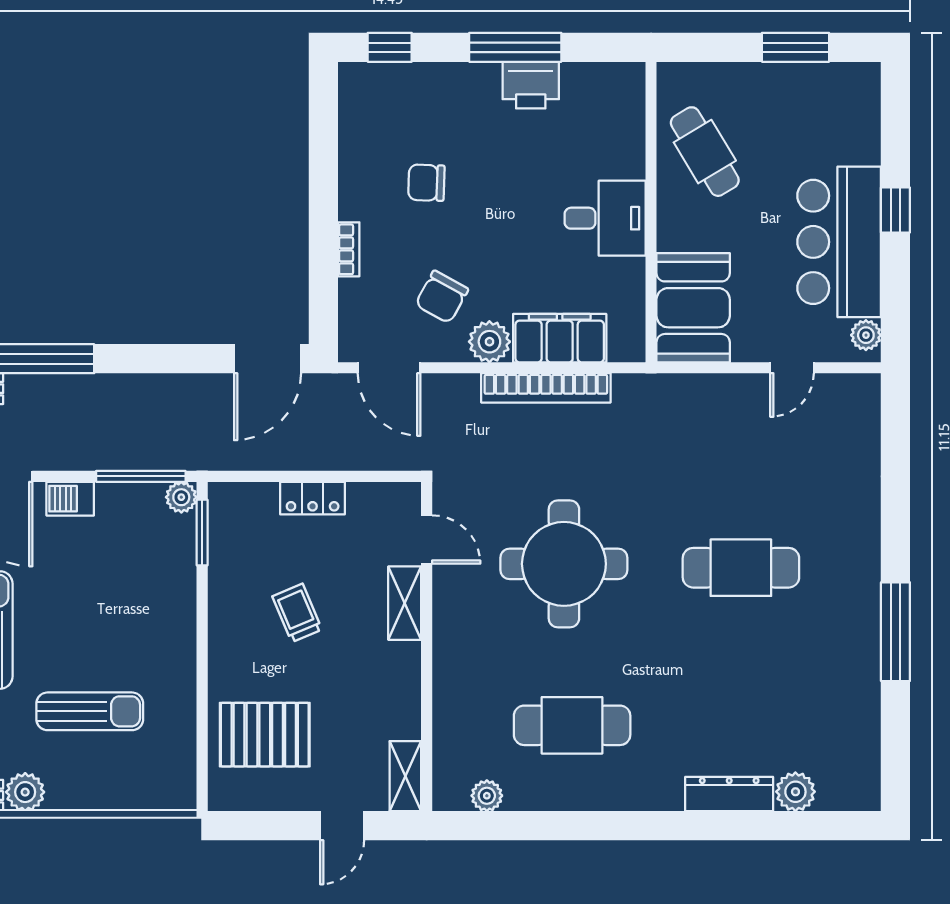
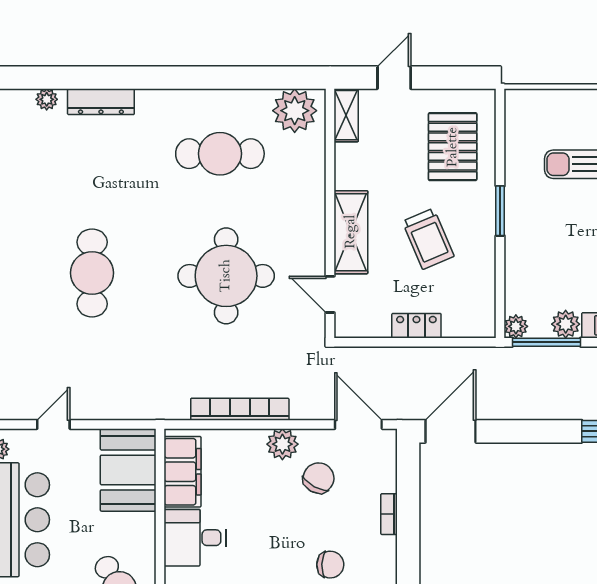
filing cabinet: (560, 338) -> (183, 472), moved, turned -90
plant: (115, 500) -> (566, 324), added
window: (202, 533) -> (500, 211), moved
cafe table: (741, 568) -> (92, 273), turned 90
shelving: (405, 603) -> (351, 232), width x1.50, depth x1.33
trolley: (297, 613) -> (428, 239), width x1.36, depth x1.39
pallet: (265, 735) -> (453, 147), turned 90
plant: (795, 792) -> (47, 99), width x0.73, depth x0.73
plant: (487, 796) -> (295, 111), width x1.88, depth x1.88

